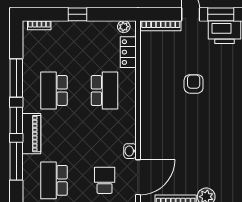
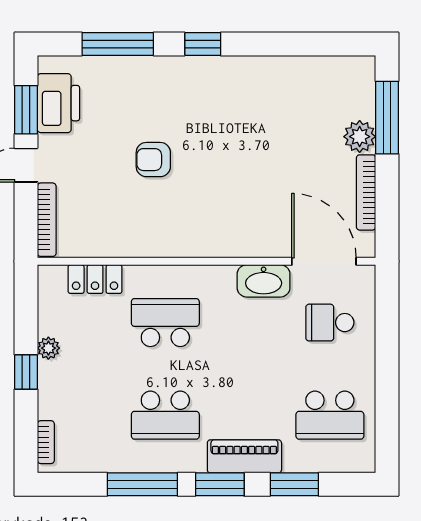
plant: (124, 27) -> (48, 348), moved
washbasin: (130, 151) -> (264, 281), width x1.91, depth x1.45
window: (16, 161) -> (294, 484), width x0.69

